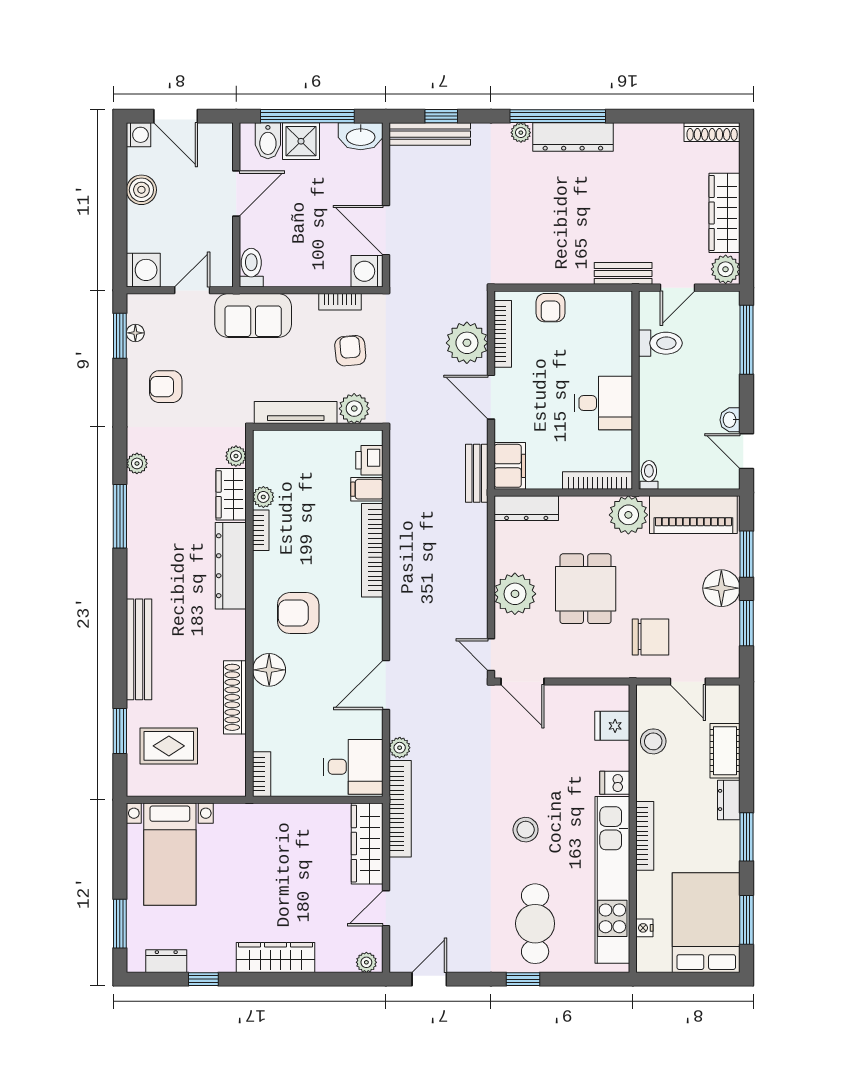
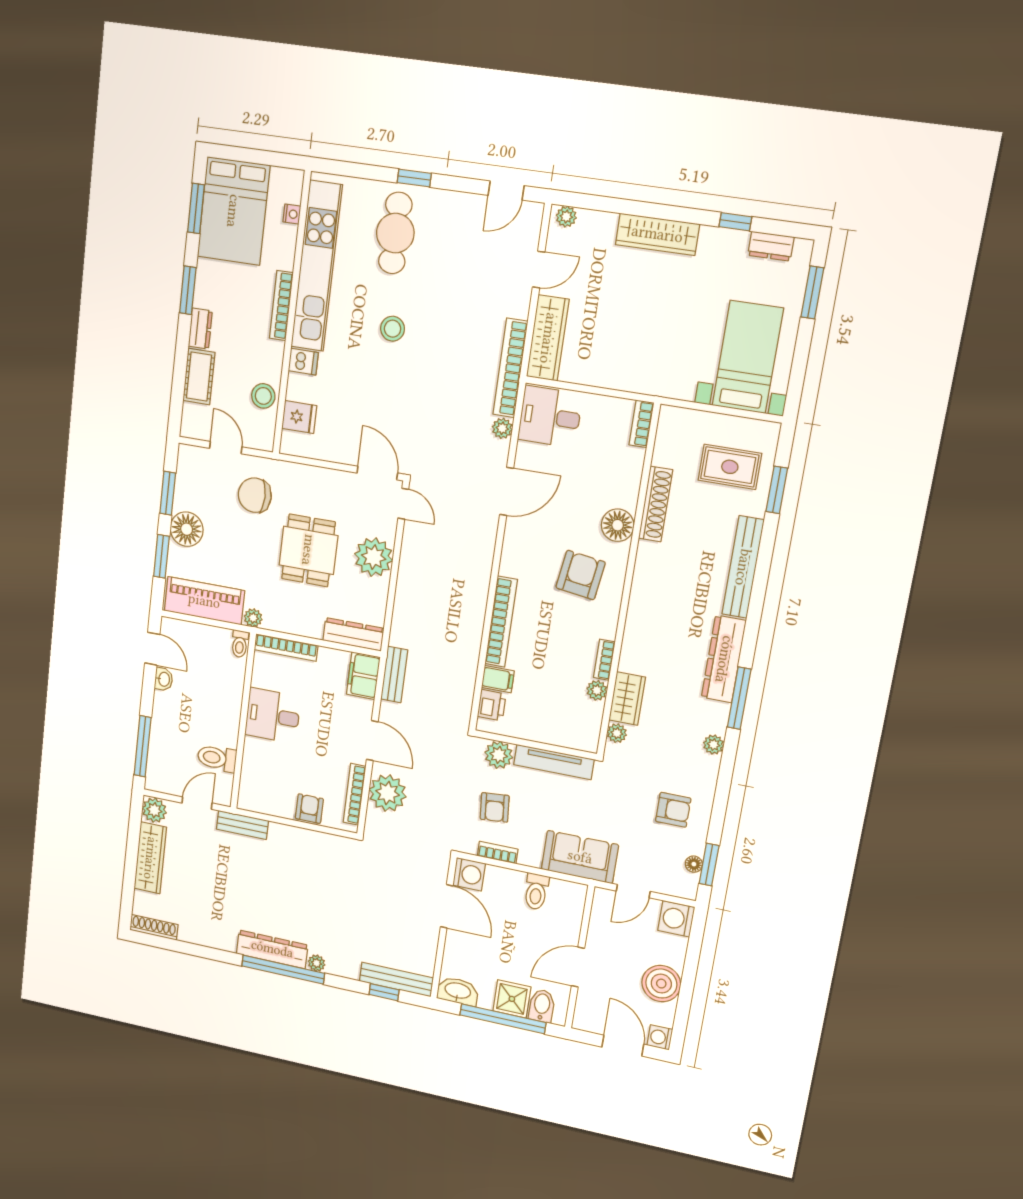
boiler: (141, 190) -> (661, 984), width x1.37, depth x1.37
toilet: (251, 268) -> (536, 892), moved
plant: (628, 515) -> (253, 618), width x0.53, depth x0.53
dresser: (231, 566) -> (724, 659), moved, turned 180
armchair: (298, 613) -> (581, 575), turned -82

